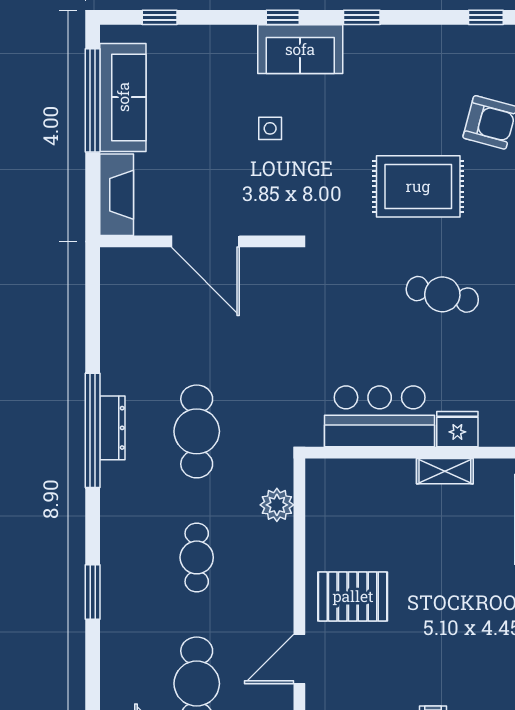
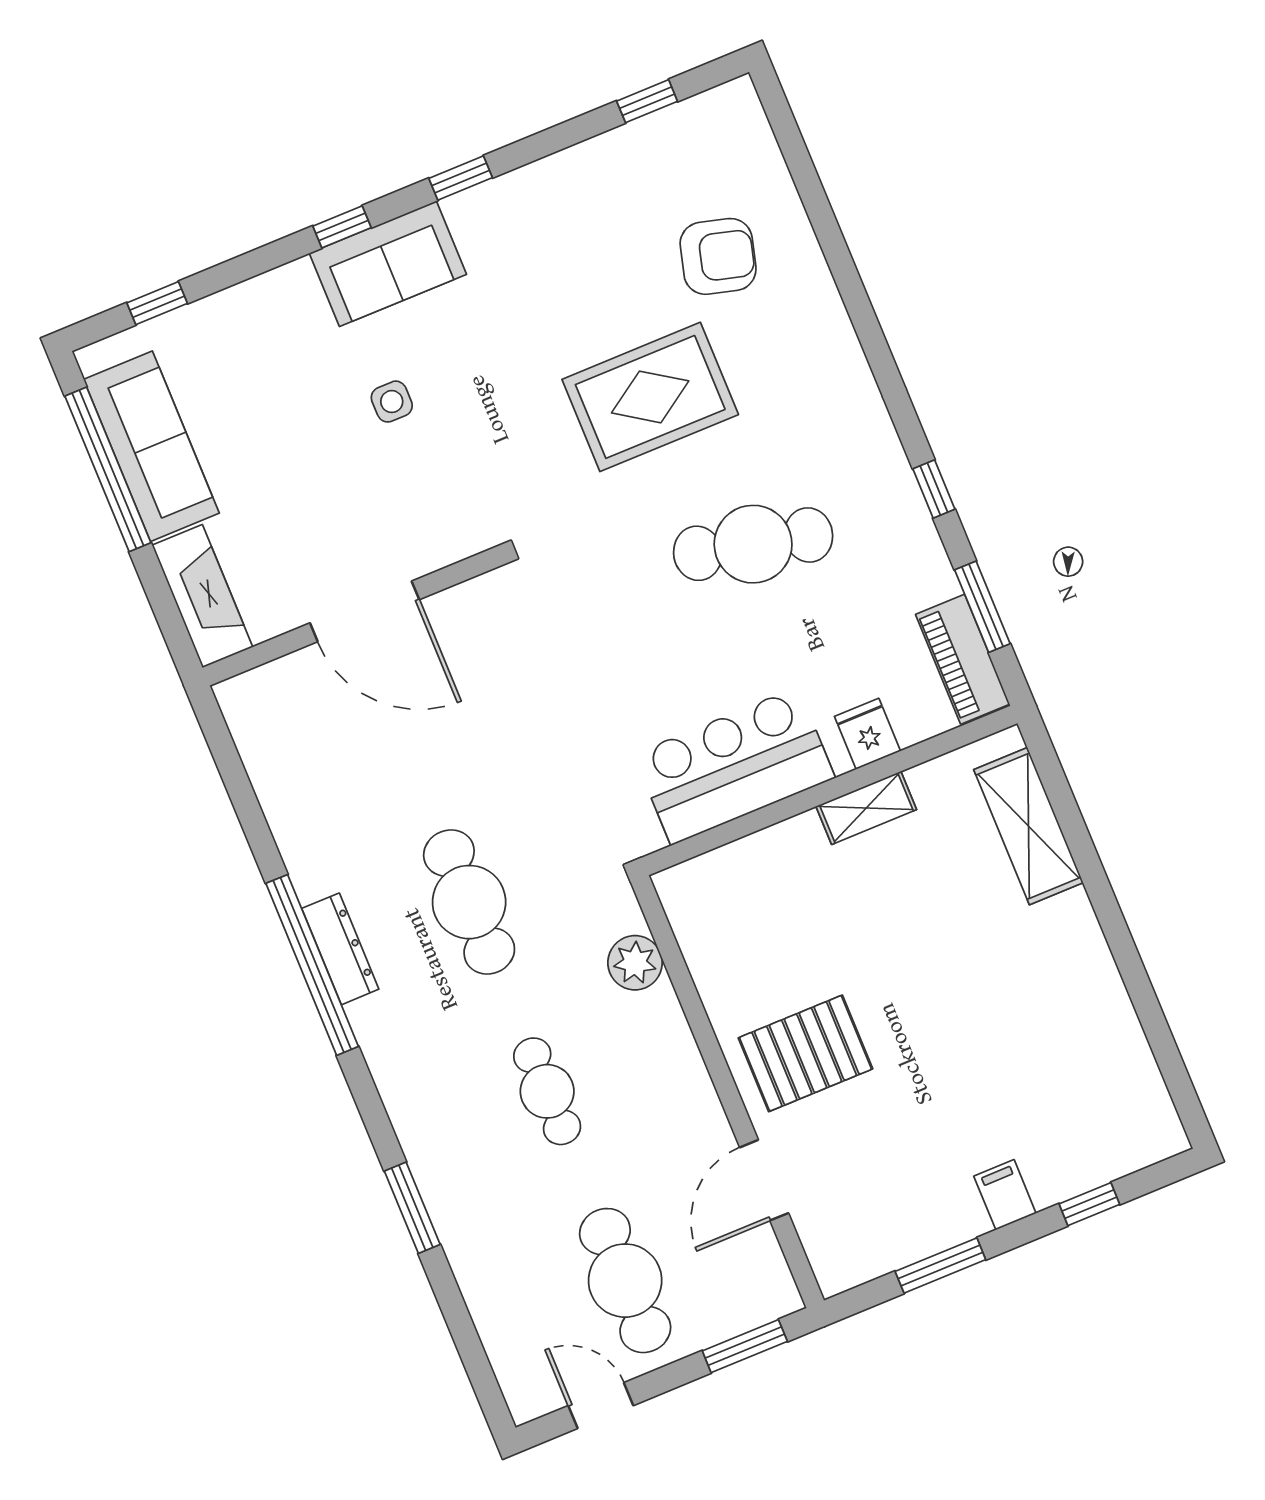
cafe table: (442, 294) -> (753, 544), width x1.37, depth x1.35
fridge: (457, 429) -> (868, 734), width x0.72

